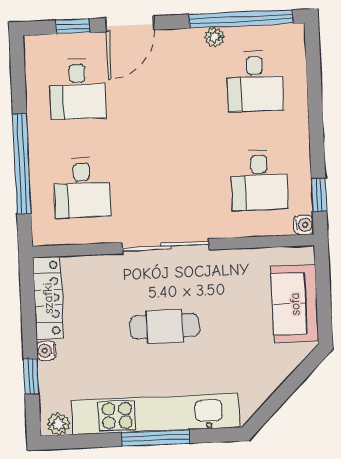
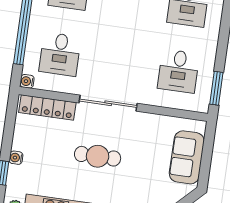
window: (319, 195) -> (216, 88), width x1.50
water cooler: (304, 225) -> (27, 81), moved, turned 180
locker: (48, 298) -> (47, 108), moved, turned 90

